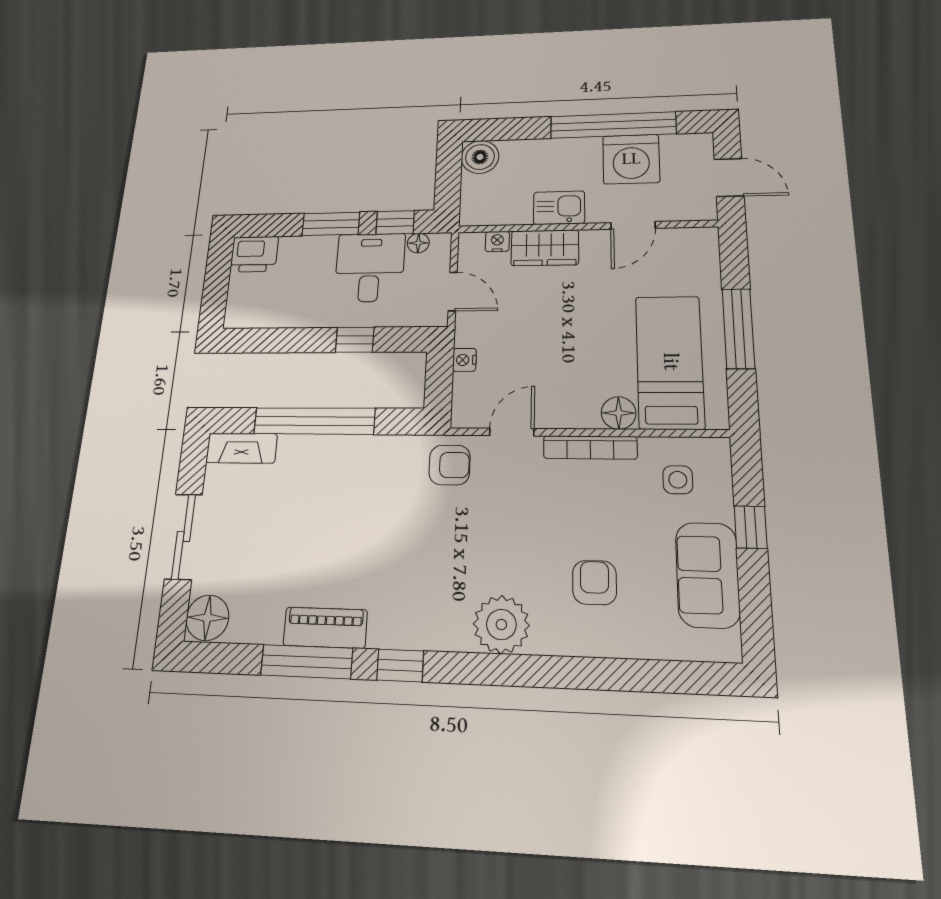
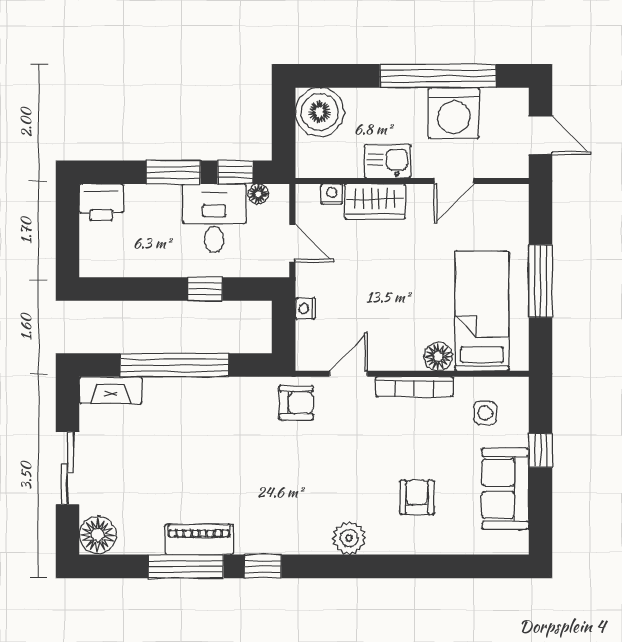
boiler: (480, 157) -> (320, 112), width x1.37, depth x1.37
plant: (501, 625) -> (349, 538), width x0.73, depth x0.73

